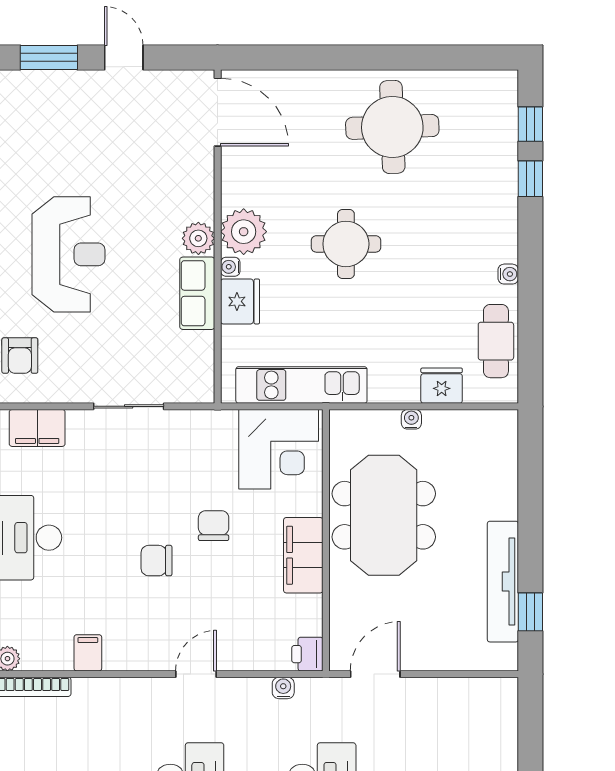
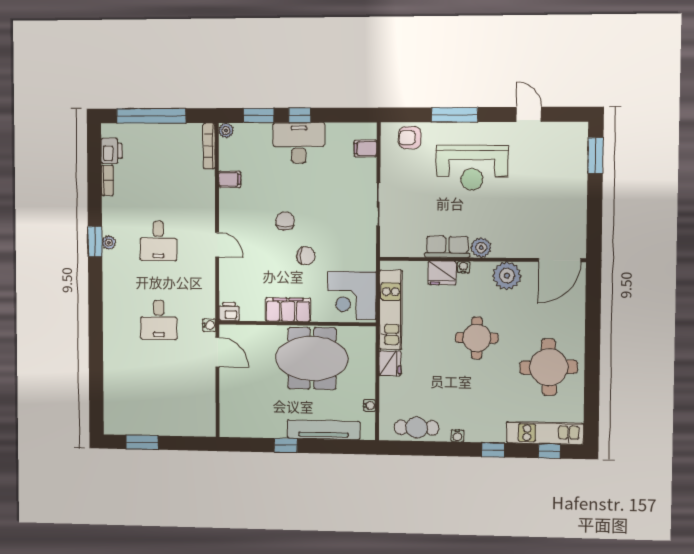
door: (124, 57) -> (595, 202), removed
kitchen unit: (501, 132) -> (545, 433), added
window: (530, 179) -> (493, 450), moved
plant: (244, 232) -> (507, 276), moved
fridge: (442, 386) -> (390, 363), moved
water cooler: (411, 419) -> (369, 405), moved
filing cabinet: (37, 428) -> (365, 148), width x0.50
tv unit: (503, 582) -> (323, 430), moved
window: (530, 612) -> (286, 445), moved
water cooler: (283, 688) -> (209, 325), moved

